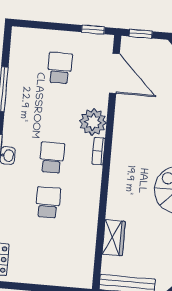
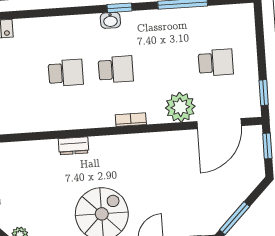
plant: (93, 122) -> (180, 107), moved
dresser: (114, 206) -> (73, 146), added
wardrobe: (114, 238) -> (38, 151), removed

